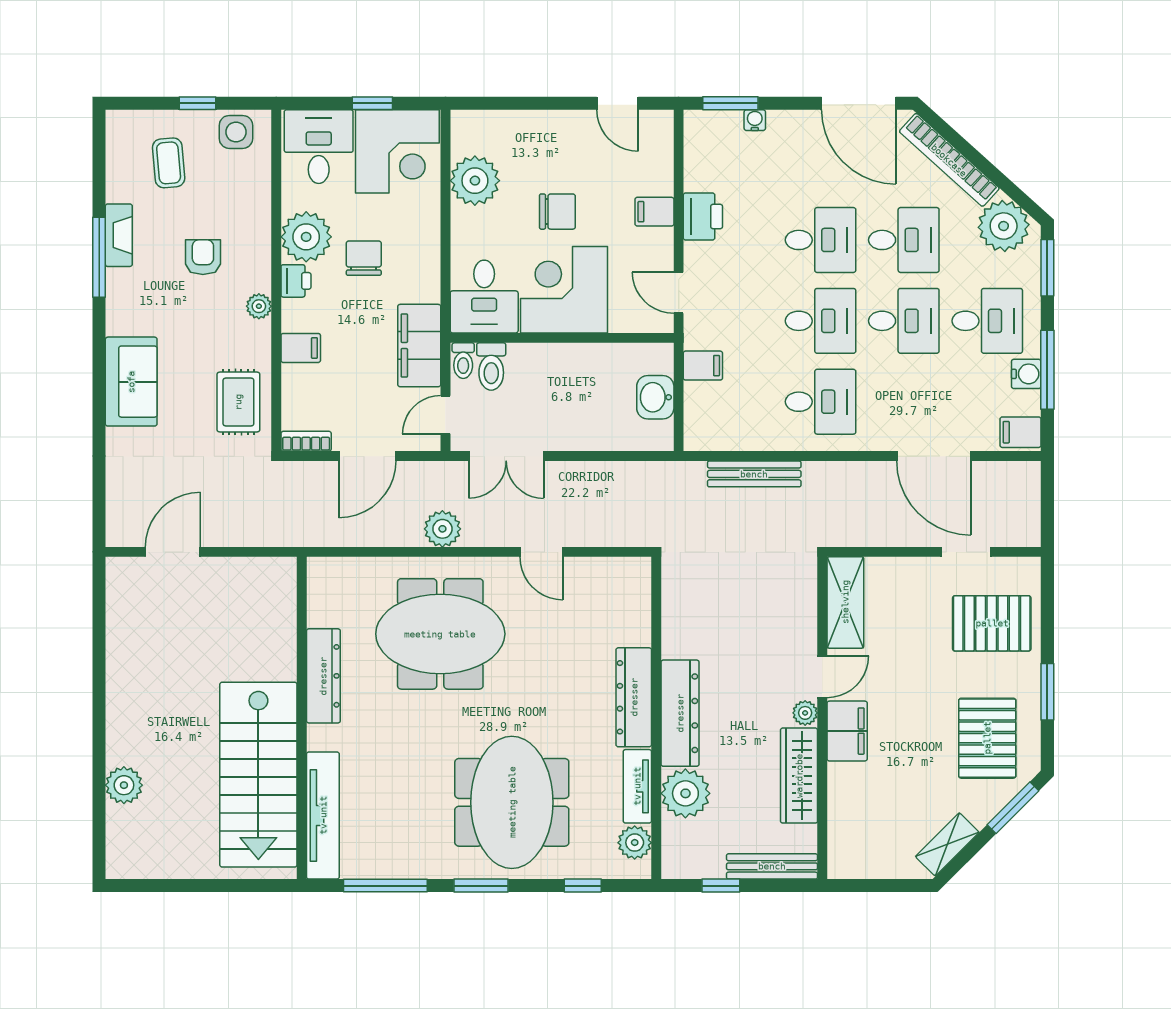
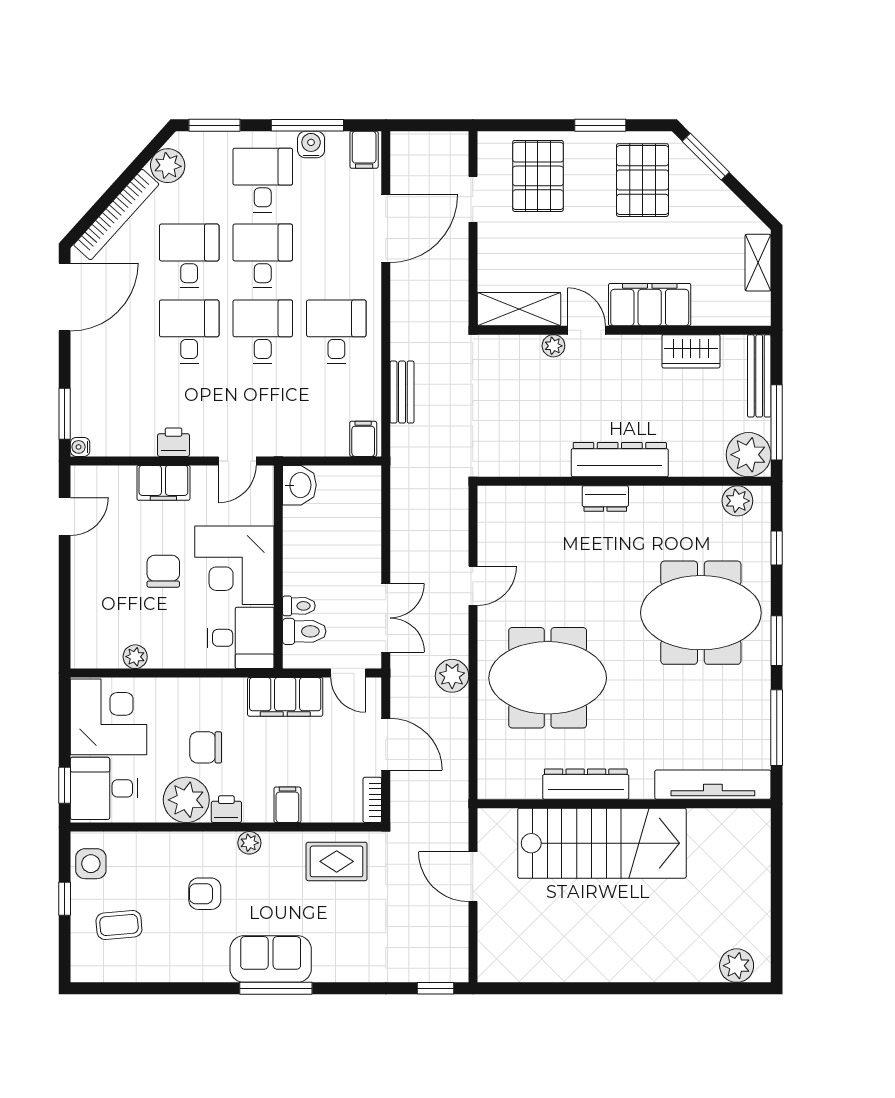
window: (372, 103) -> (65, 785), moved
water cooler: (755, 120) -> (80, 447), moved
plant: (475, 181) -> (135, 657), width x0.53, depth x0.53
filing cabinet: (654, 212) -> (163, 483), width x2.00
printer: (703, 216) -> (174, 442), width x0.73, depth x0.81
plant: (1004, 226) -> (168, 166), width x0.73, depth x0.73
fireplace: (119, 235) -> (185, 970), removed
window: (99, 257) -> (276, 988), moved
toilet: (463, 361) -> (299, 606), moved
filing cabinet: (703, 366) -> (363, 439), moved
sofa: (131, 382) -> (271, 959), moved
washbasin: (655, 397) -> (299, 485), moved, turned -90
bench: (754, 474) -> (402, 392), width x0.73
window: (99, 511) -> (436, 988), added
door: (173, 552) -> (473, 877), moved
meeting table: (440, 634) -> (548, 678), turned 90
dresser: (634, 697) -> (605, 499), width x0.51, depth x0.80
plant: (805, 713) -> (553, 346), moved
filing cabinet: (847, 731) -> (650, 305), width x1.50, depth x1.17
pallet: (987, 738) -> (642, 180), turned 90
stairs: (258, 775) -> (602, 843), moved
wardrobe: (799, 776) -> (691, 351), width x0.67
plant: (124, 785) -> (737, 966), moved
tv unit: (637, 786) -> (686, 498), removed
plant: (685, 793) -> (749, 455), moved
shelving: (947, 844) -> (758, 263), moved, turned 45
window: (721, 886) -> (777, 422), width x2.17

